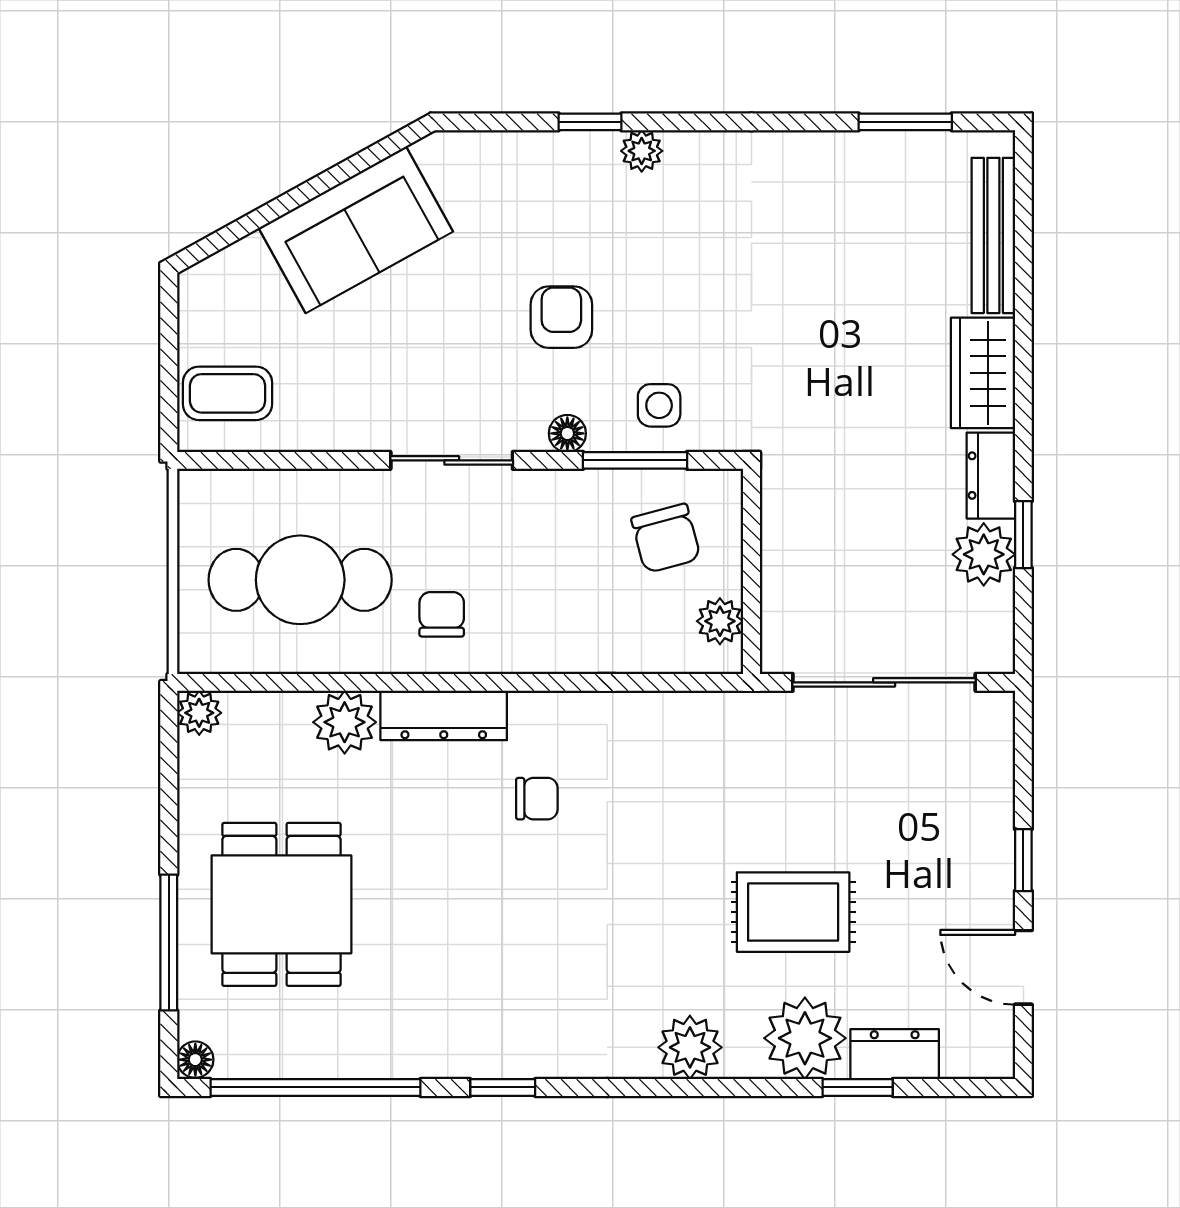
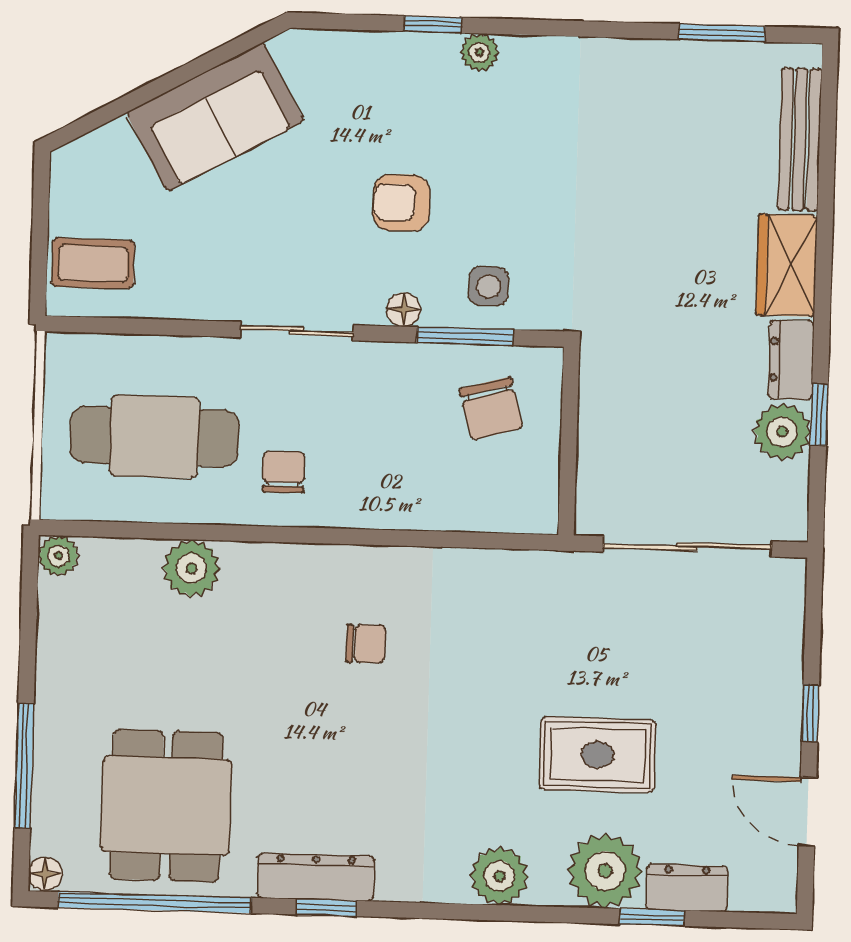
armchair: (561, 317) -> (401, 203), turned -90
plant: (720, 621) -> (538, 486), removed
dresser: (444, 715) -> (316, 877), moved, turned 180
dining table: (281, 904) -> (166, 806), moved

